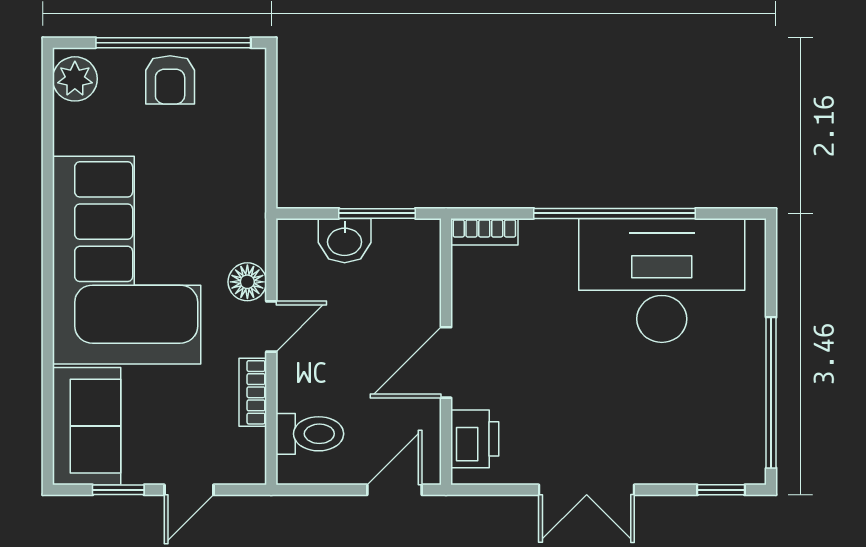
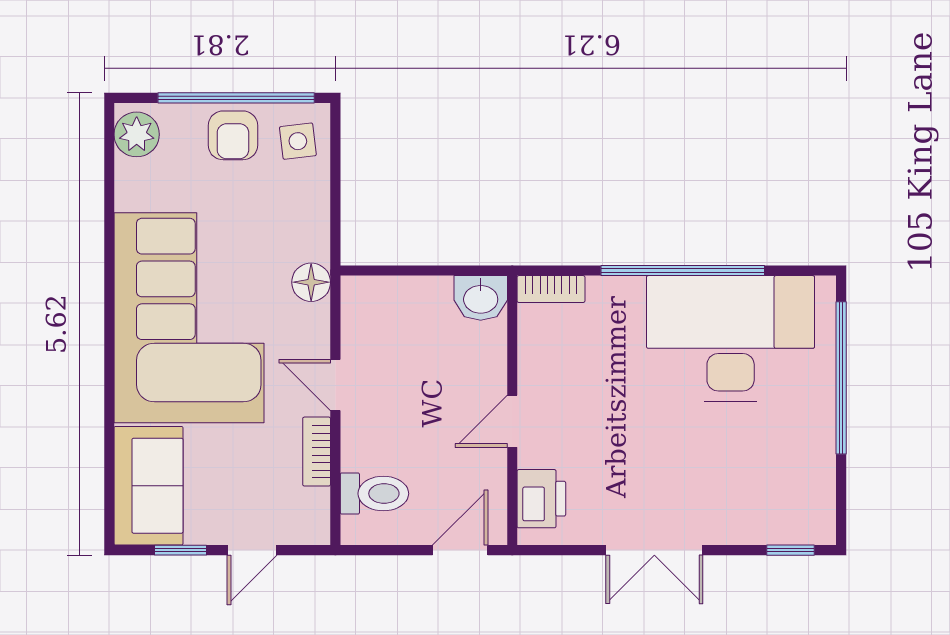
side table: (234, 86) -> (298, 141), added
window: (377, 213) -> (442, 271), removed
washbasin: (345, 241) -> (481, 298), moved
floor lamp: (247, 282) -> (311, 282), moved
door: (271, 326) -> (335, 385), swing flipped
door: (446, 362) -> (512, 421), width x0.73
window: (771, 393) -> (841, 378), moved

